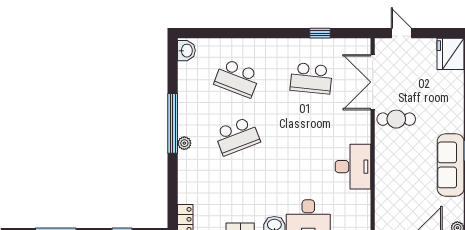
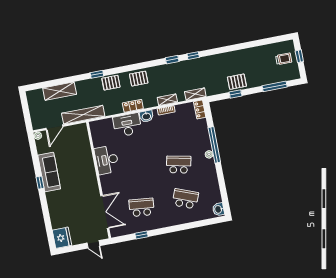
cafe table: (396, 119) -> (87, 193), removed
window: (173, 123) -> (214, 145), moved
school desk: (237, 136) -> (179, 165), turned 33

